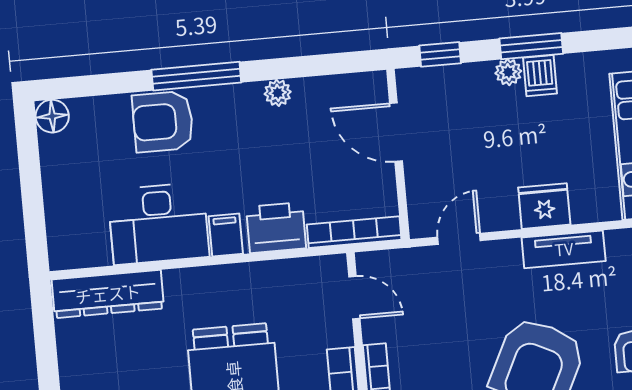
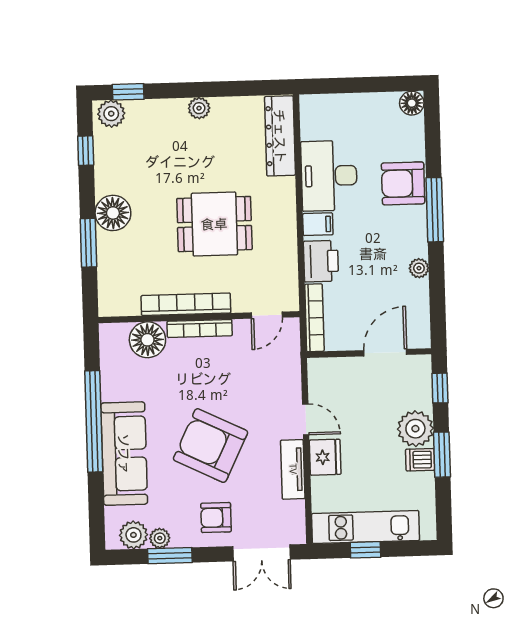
plant: (508, 72) -> (415, 429), width x1.88, depth x1.88
armchair: (163, 122) -> (403, 183), turned -90
door: (459, 239) -> (306, 419), moved

